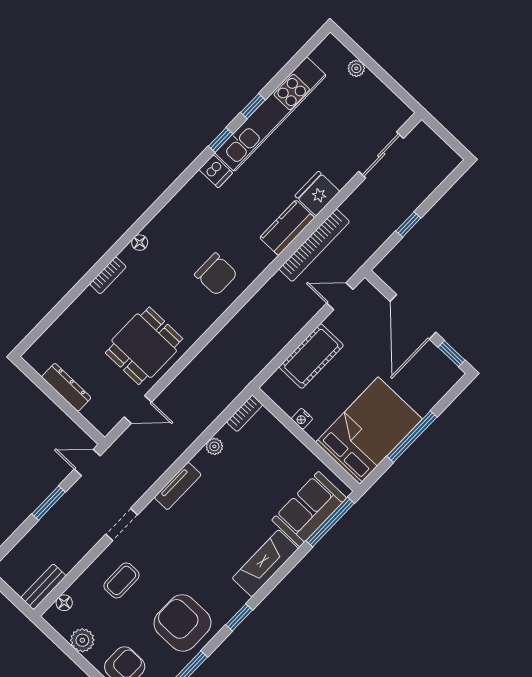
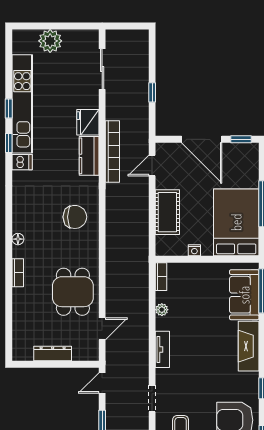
plant: (356, 68) -> (50, 41), width x1.88, depth x1.88

